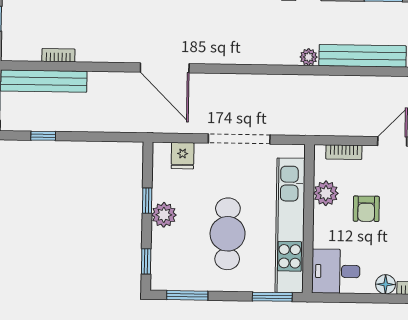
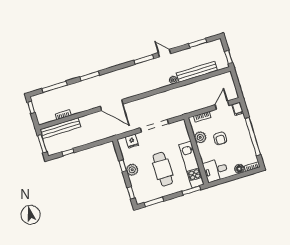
kitchen unit: (290, 225) -> (191, 164), width x0.73

